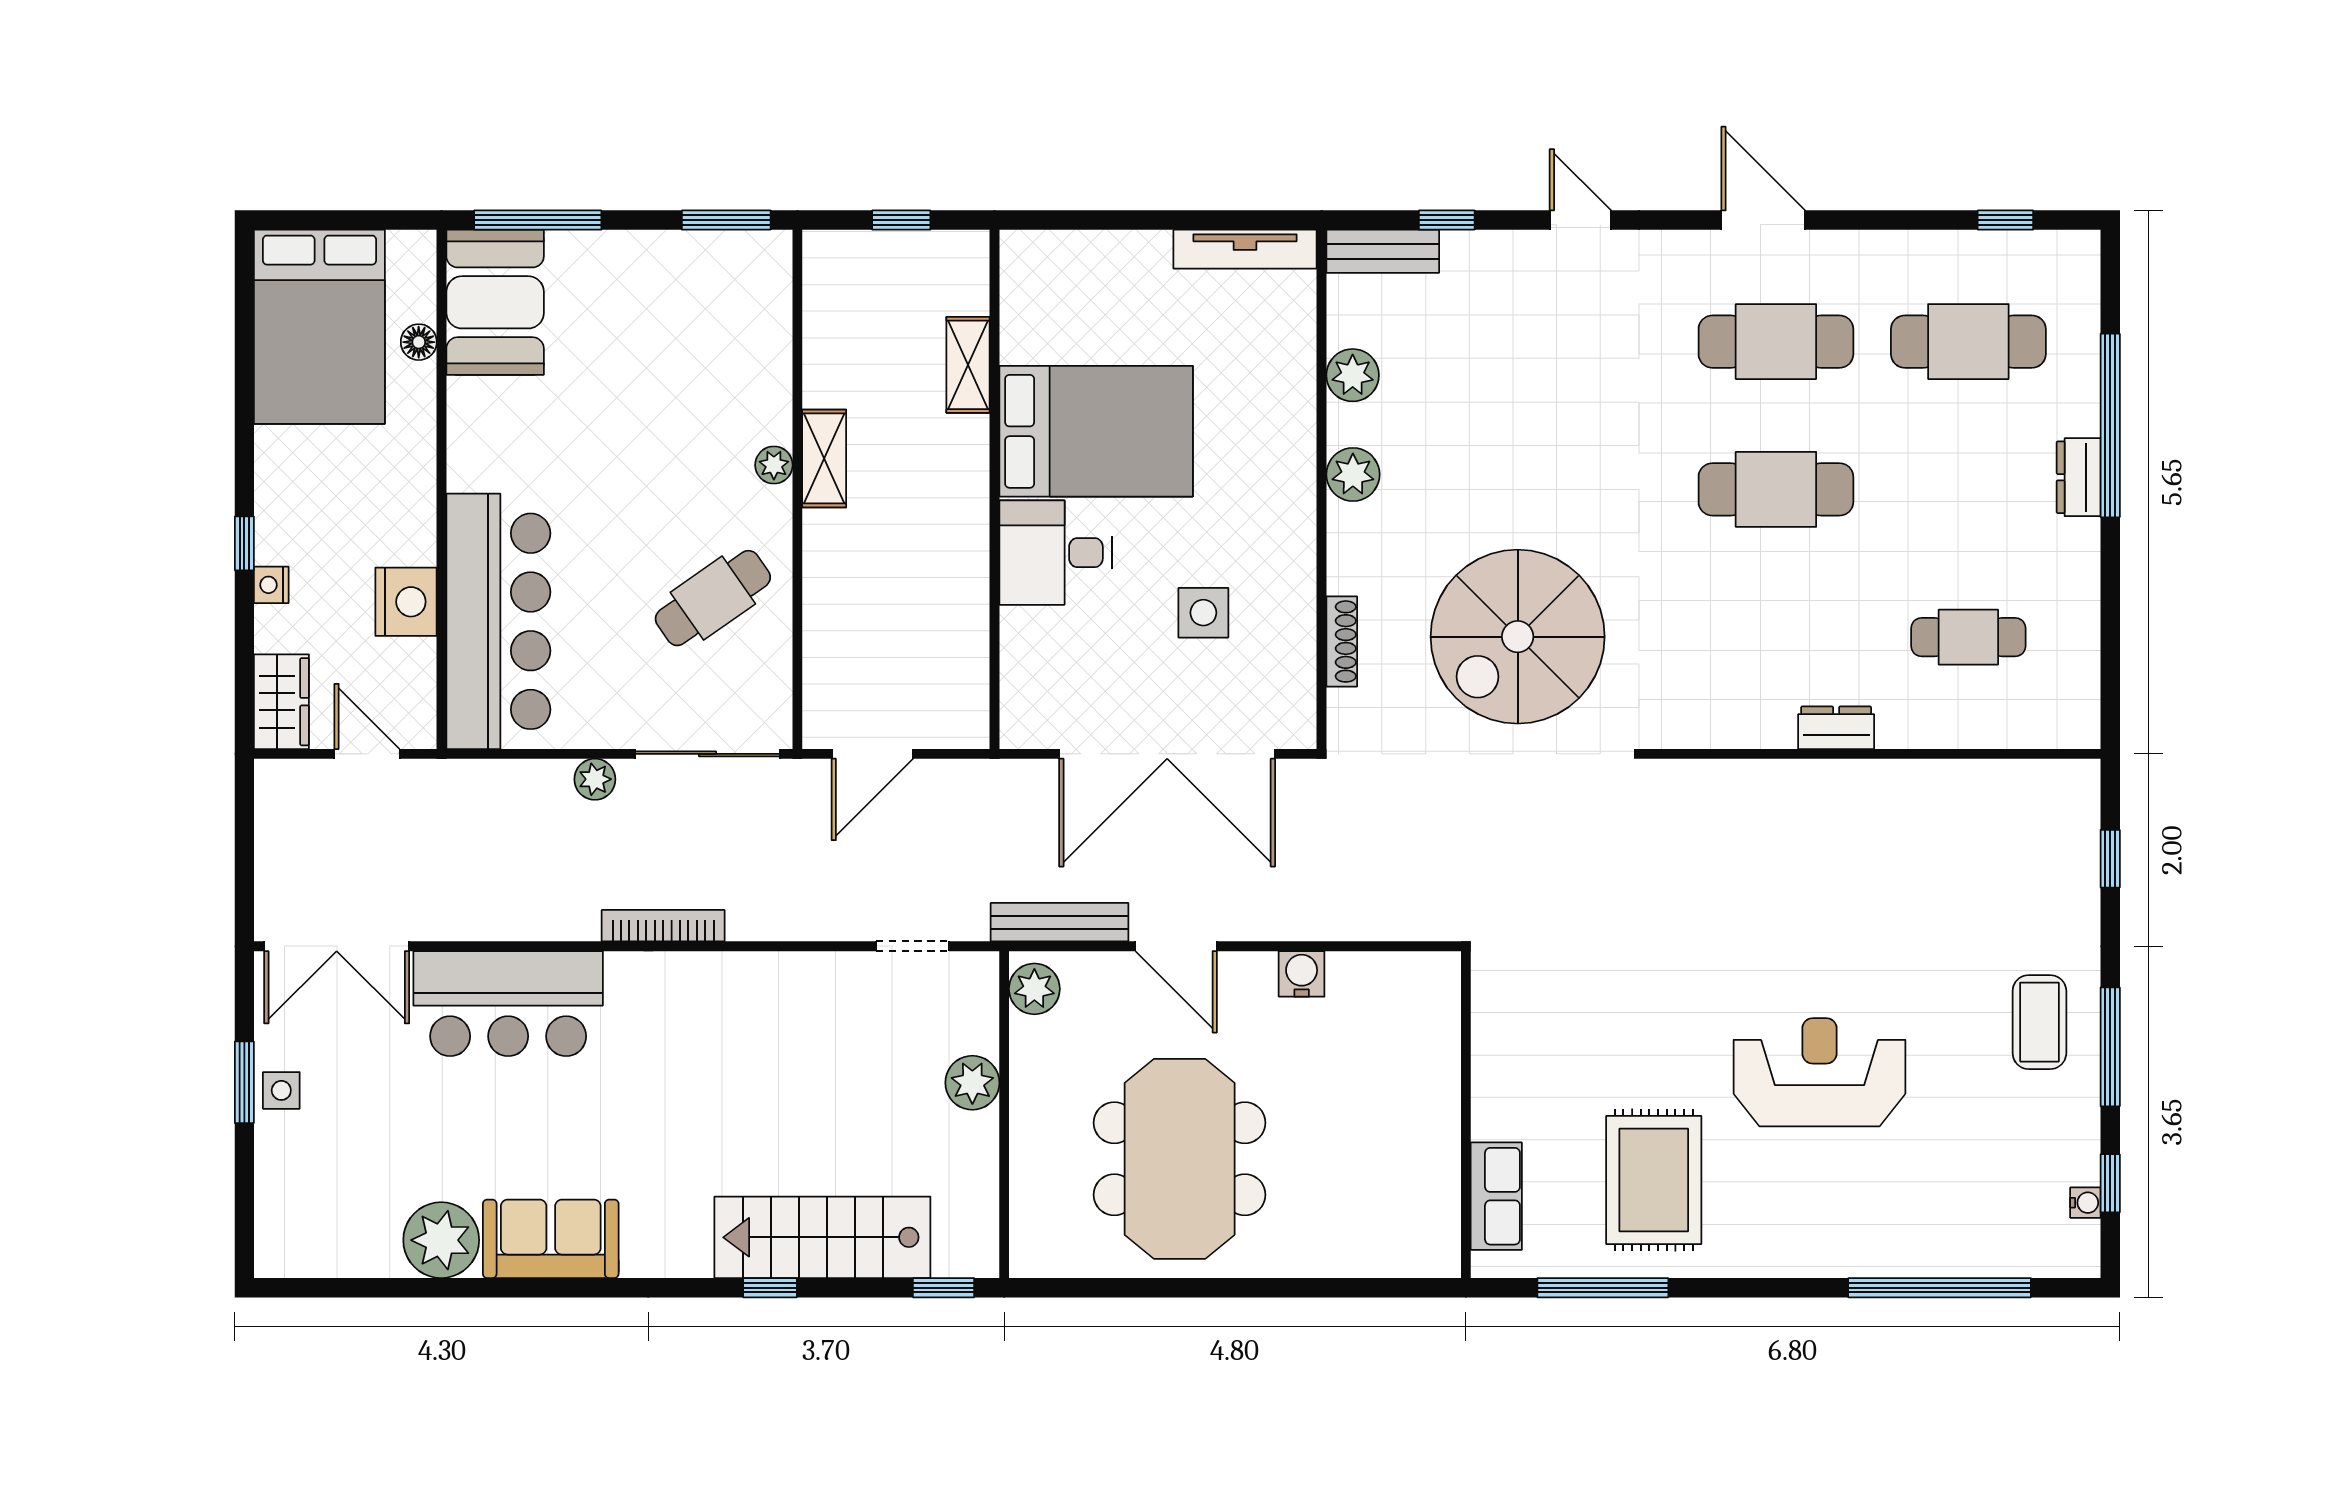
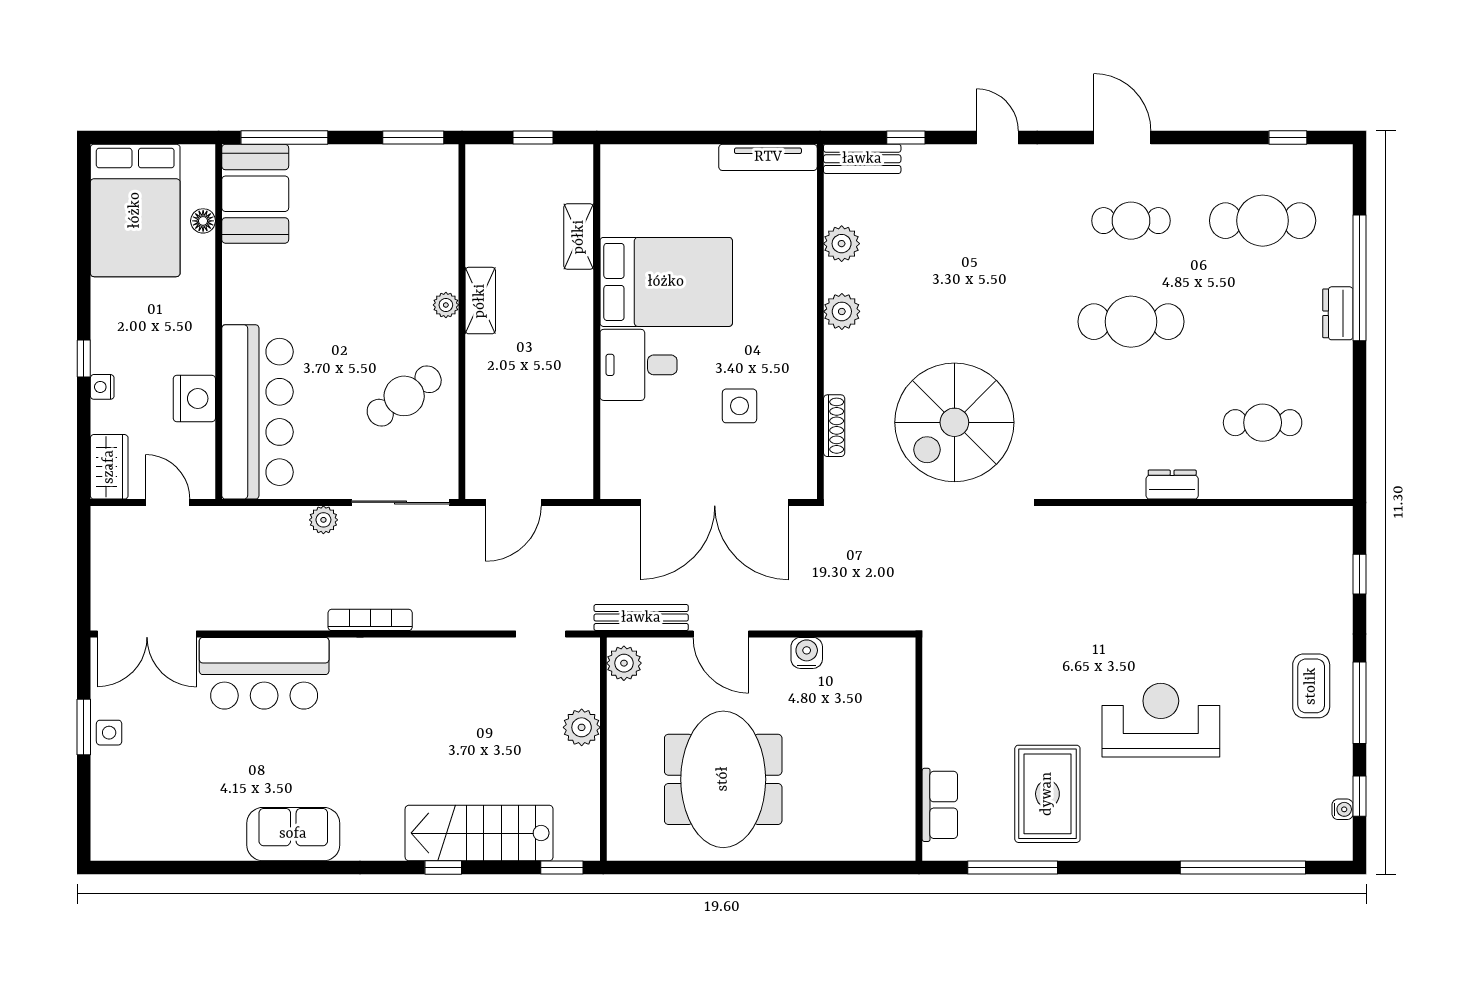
cafe table: (1776, 342) -> (1131, 221), width x0.73, depth x0.74
plant: (441, 1240) -> (218, 835), removed

